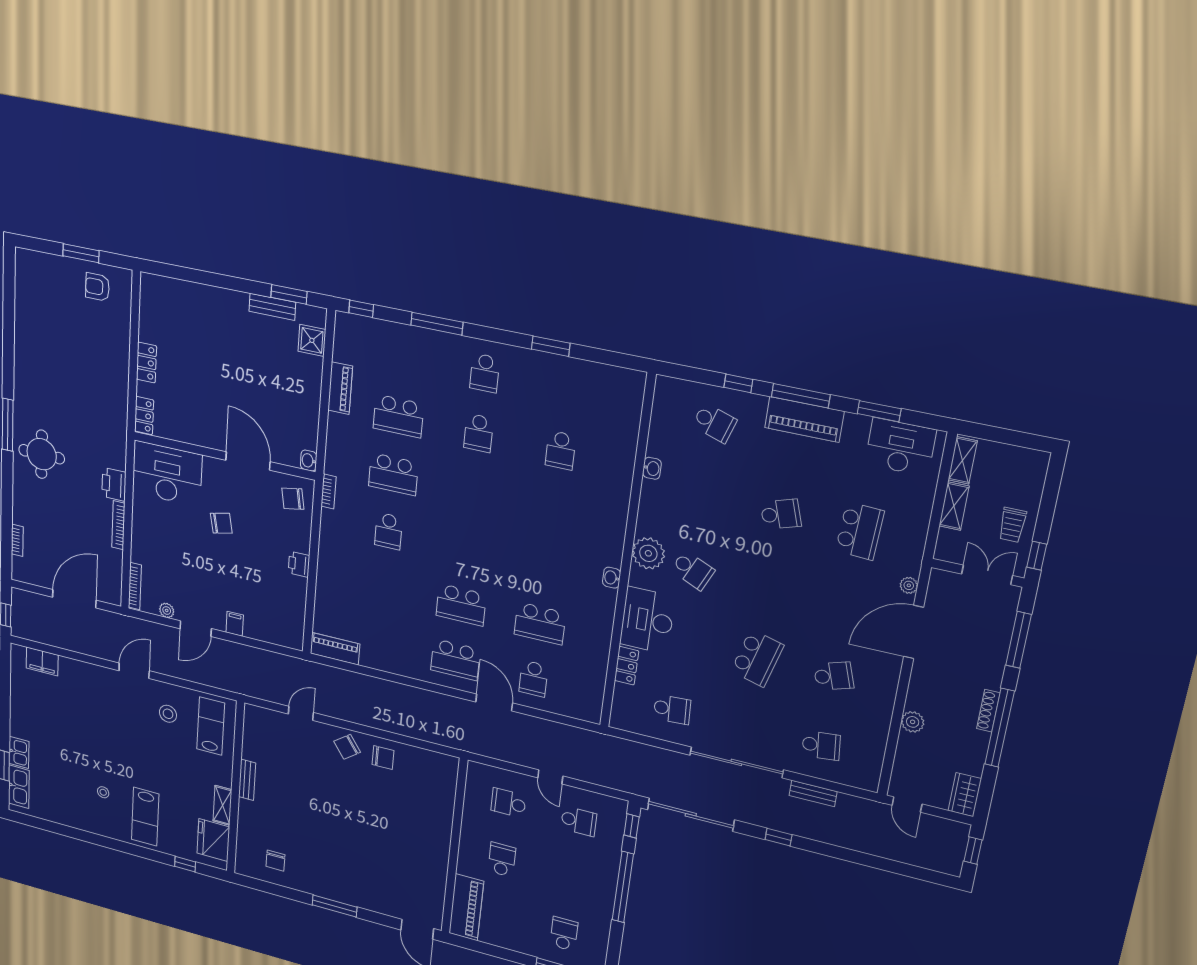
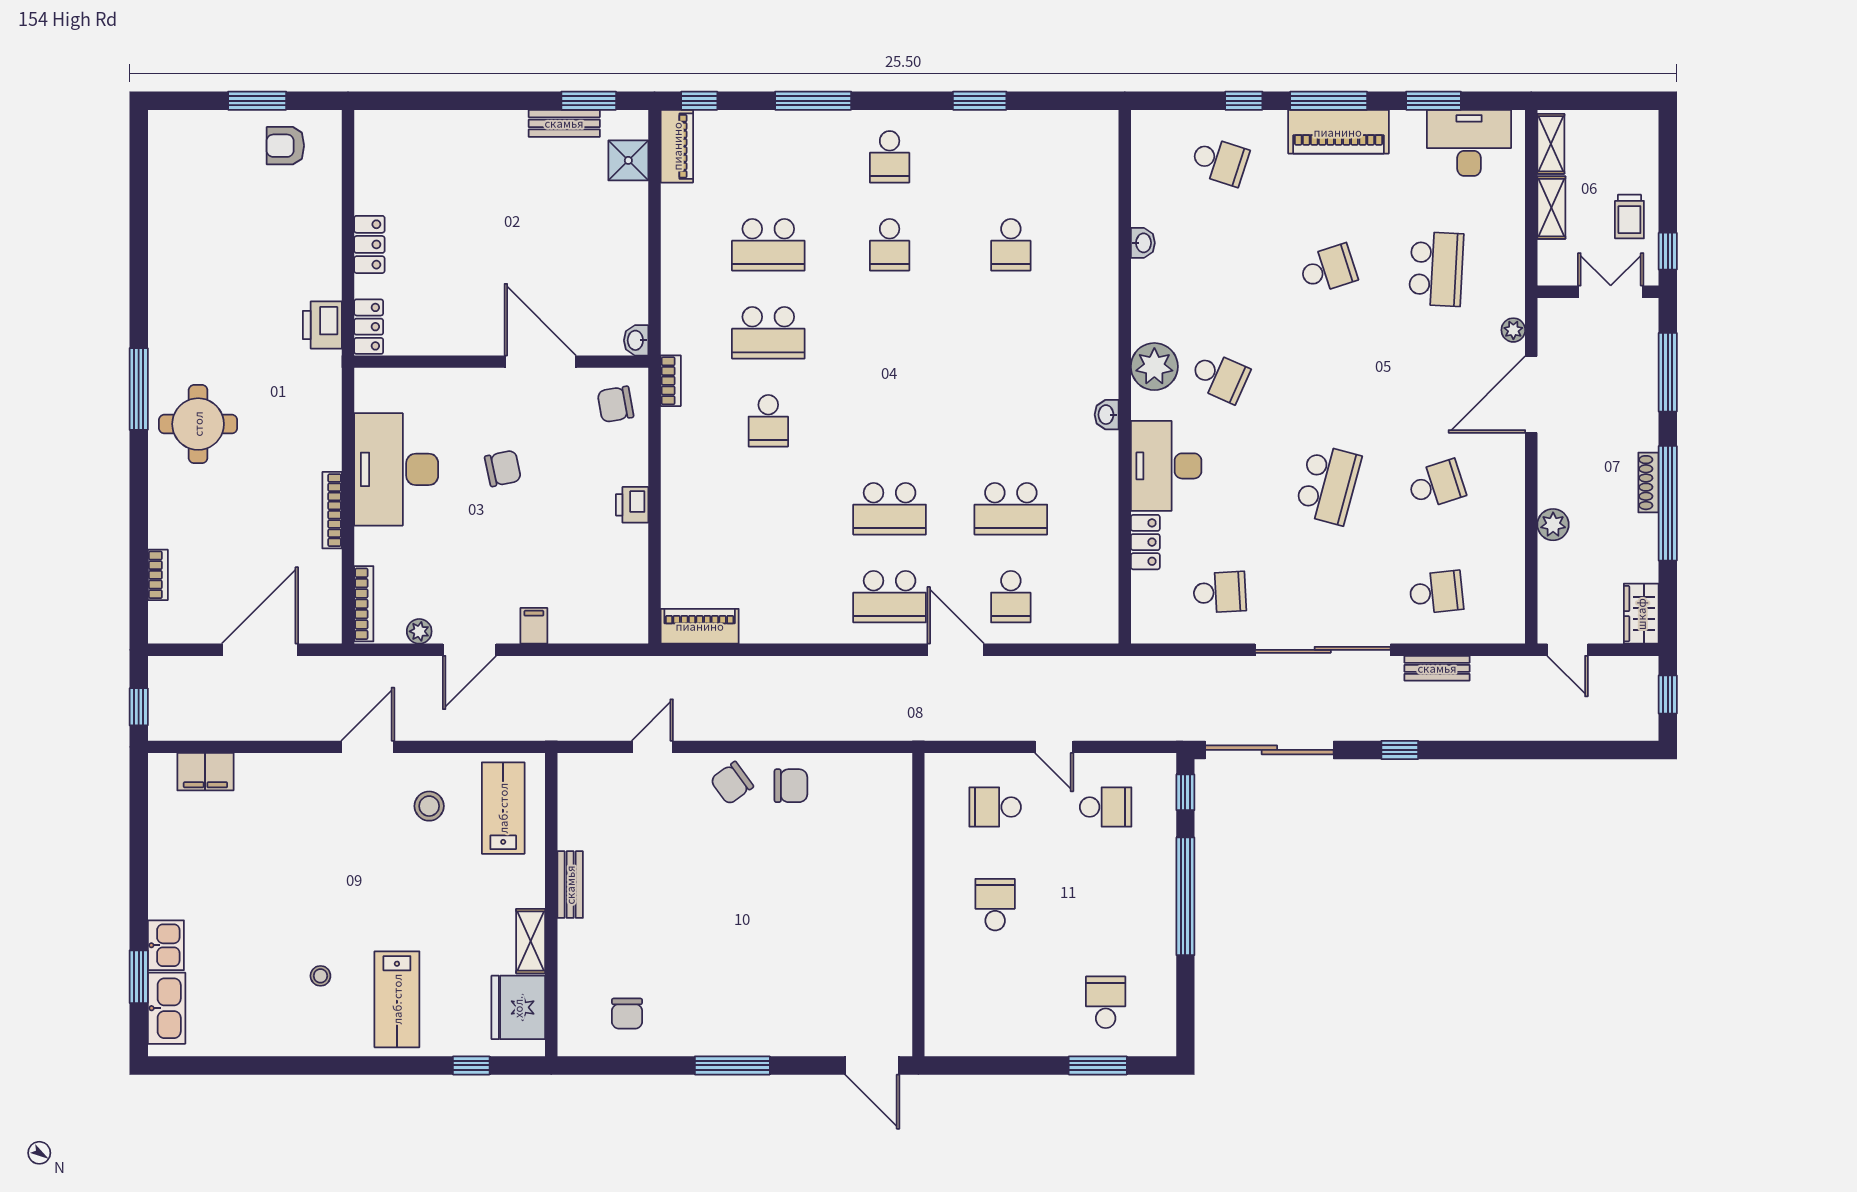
piano: (340, 388) -> (677, 146), moved
desk: (167, 474) -> (396, 469), moved, turned -90
printer: (114, 484) -> (322, 325), moved
piano: (466, 907) -> (948, 1003), removed

